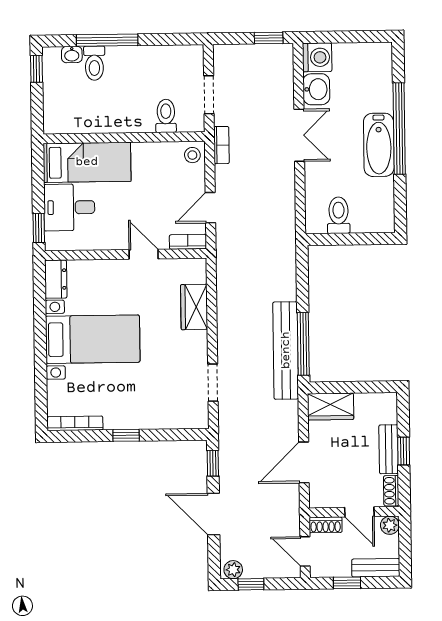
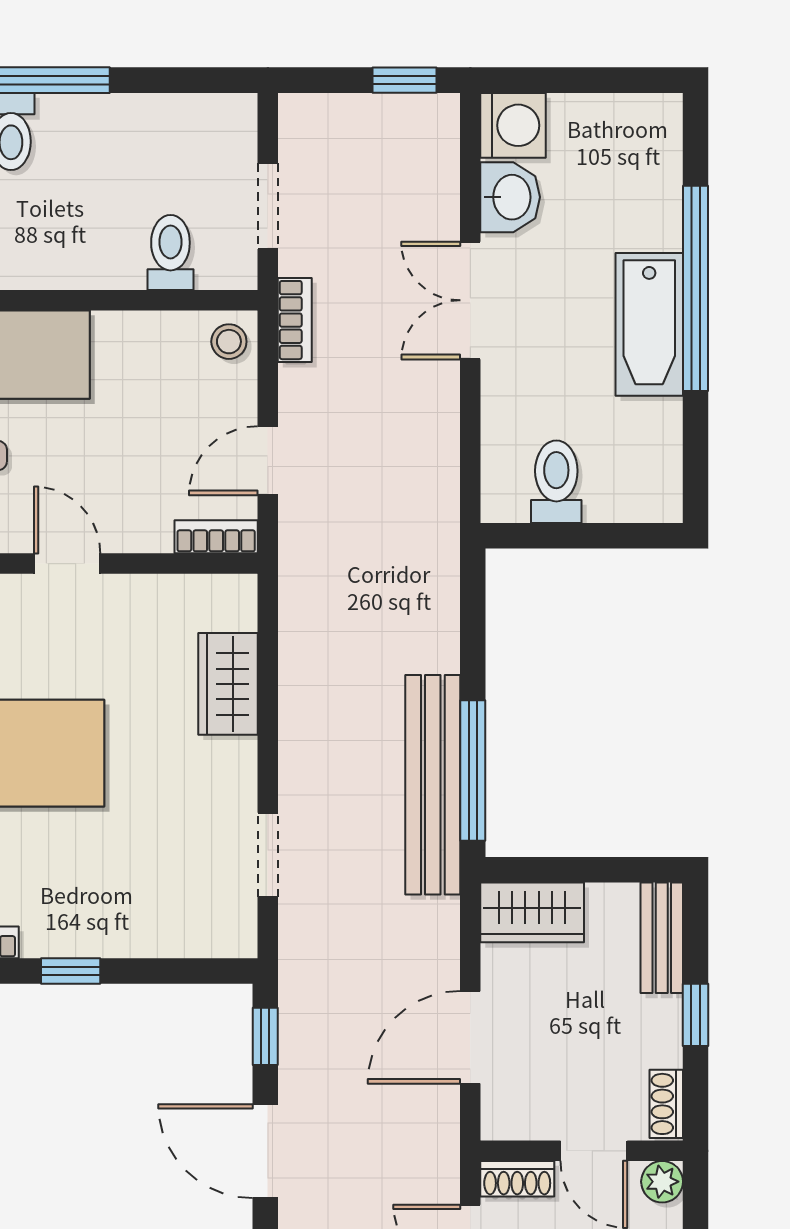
double door: (299, 135) -> (470, 300), swing flipped
door: (144, 254) -> (67, 564), moved
bench: (389, 449) -> (662, 938), moved

